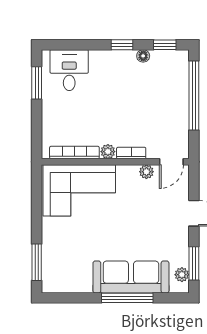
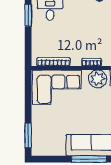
plant: (108, 152) -> (76, 61), removed
plant: (146, 172) -> (98, 79), width x1.87, depth x1.87

